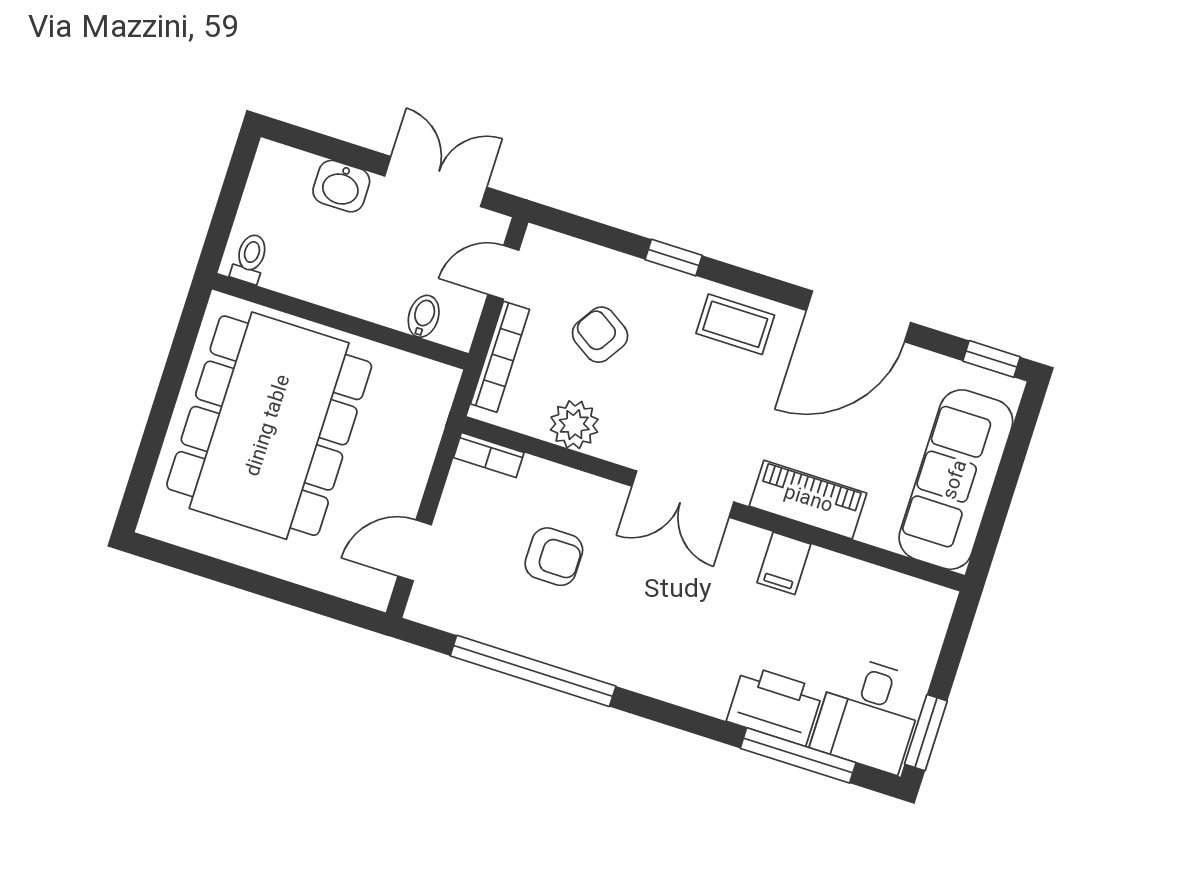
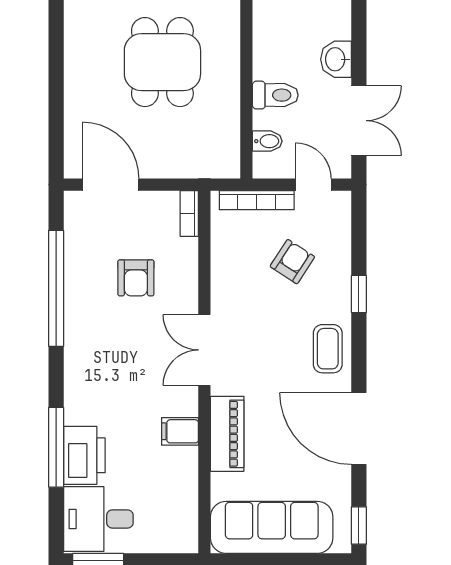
toilet: (250, 258) -> (275, 95), moved, width x1.37, depth x1.39
plant: (574, 425) -> (227, 264), removed
dining table: (269, 426) -> (162, 62), width x0.53, depth x0.80
door: (415, 550) -> (111, 185), width x1.38
window: (798, 755) -> (56, 447), moved

